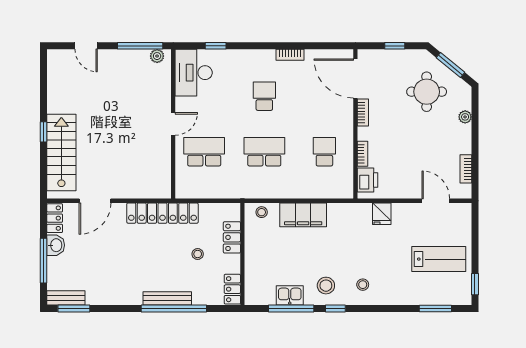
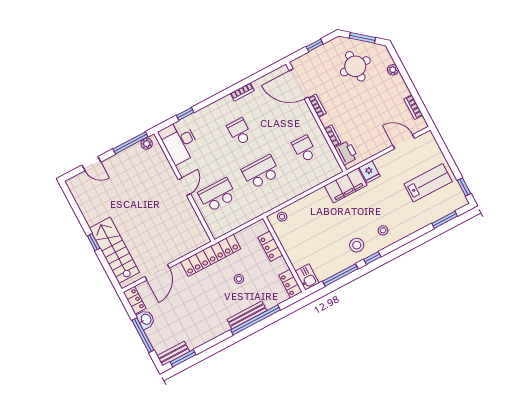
filing cabinet: (303, 215) -> (346, 185), moved
stool: (198, 254) -> (239, 279), moved
kitchen sink: (290, 295) -> (307, 277), moved, turned 90

